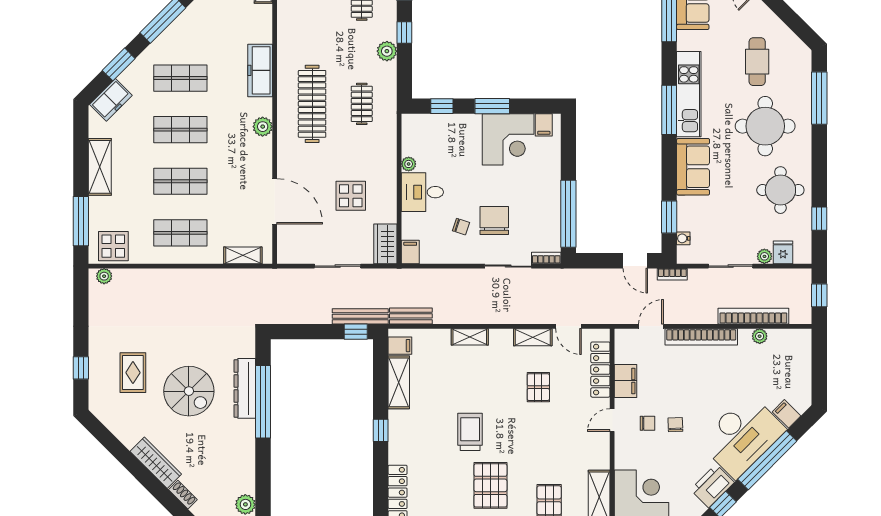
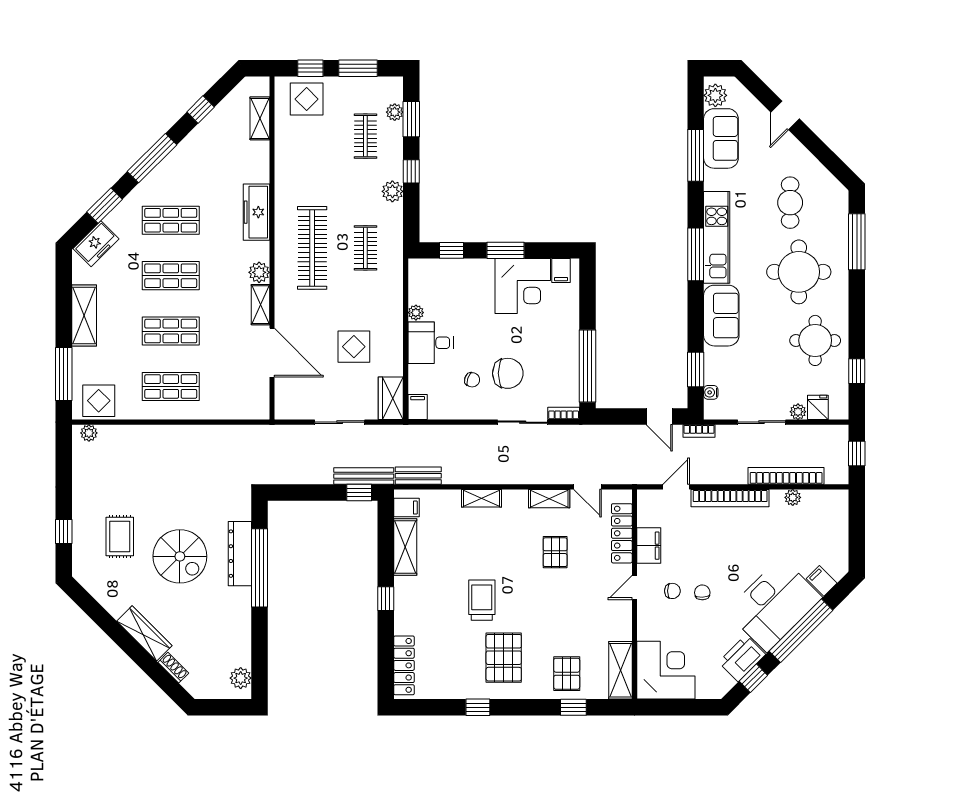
chair: (494, 221) -> (508, 373), turned 90
shelving: (243, 255) -> (260, 305), moved, turned 90

